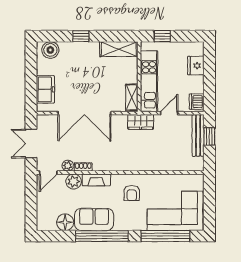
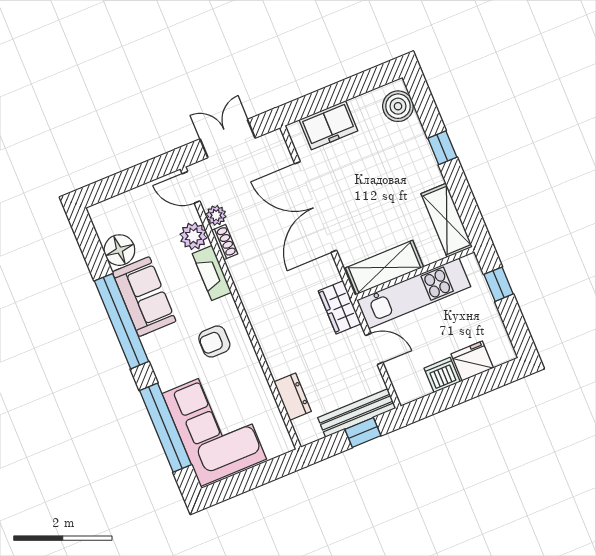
shelving: (132, 97) -> (384, 267), width x1.50, depth x1.33
dishwasher: (197, 102) -> (442, 375), moved
dresser: (176, 165) -> (293, 397), added

